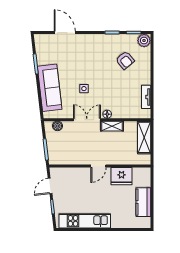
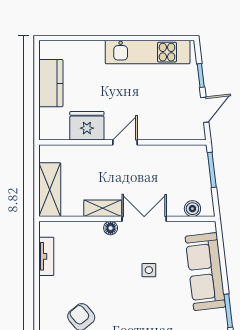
double door: (87, 120) -> (144, 219), swing flipped

